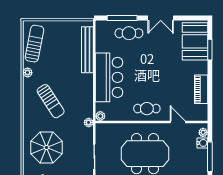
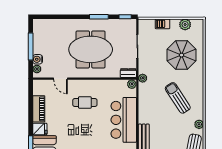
fridge: (200, 67) -> (40, 129), added
cafe table: (147, 109) -> (85, 102), moved
dresser: (104, 128) -> (128, 73), added

